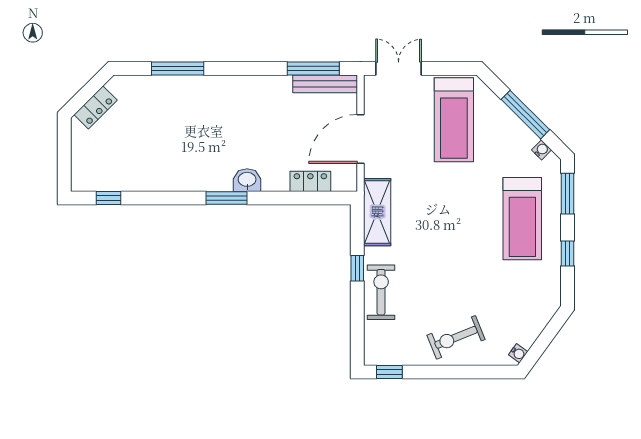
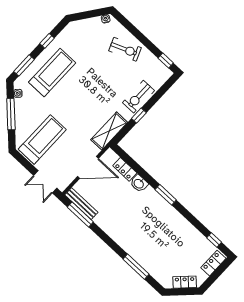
locker: (82, 167) -> (213, 263), added
washbasin: (247, 180) -> (139, 183), moved

